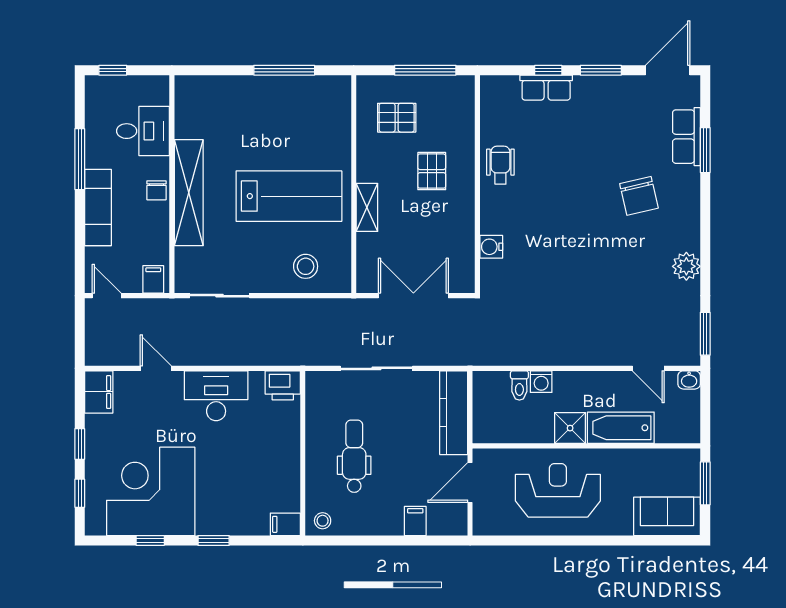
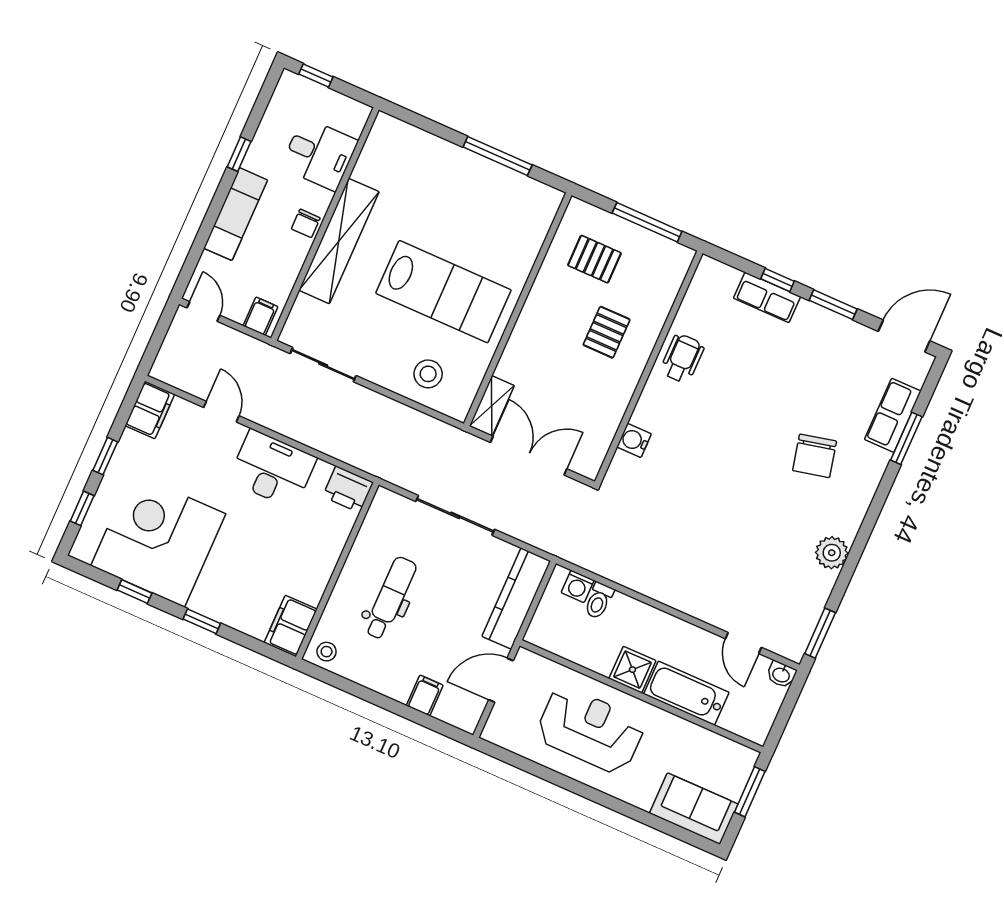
window: (80, 159) -> (239, 154), width x0.46
shelving: (367, 207) -> (492, 406), moved
washing machine: (541, 382) -> (578, 586), moved
filing cabinet: (285, 524) -> (291, 626), width x2.00

